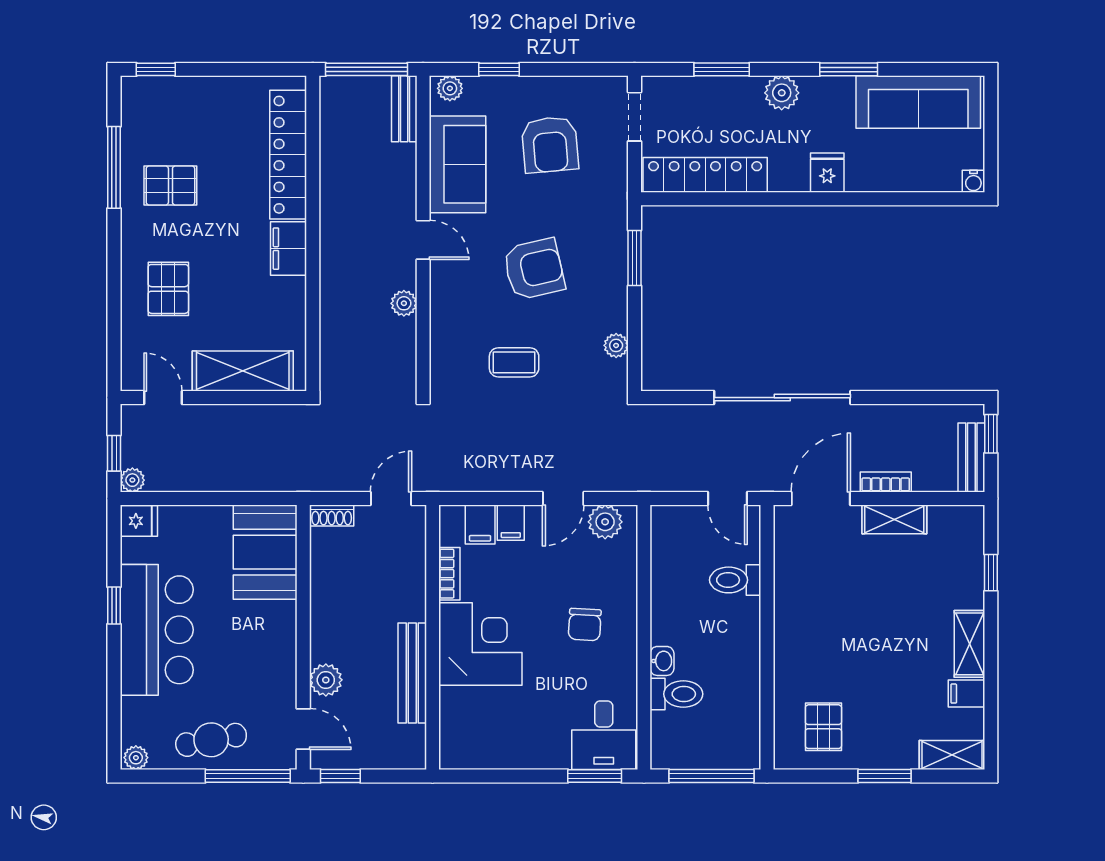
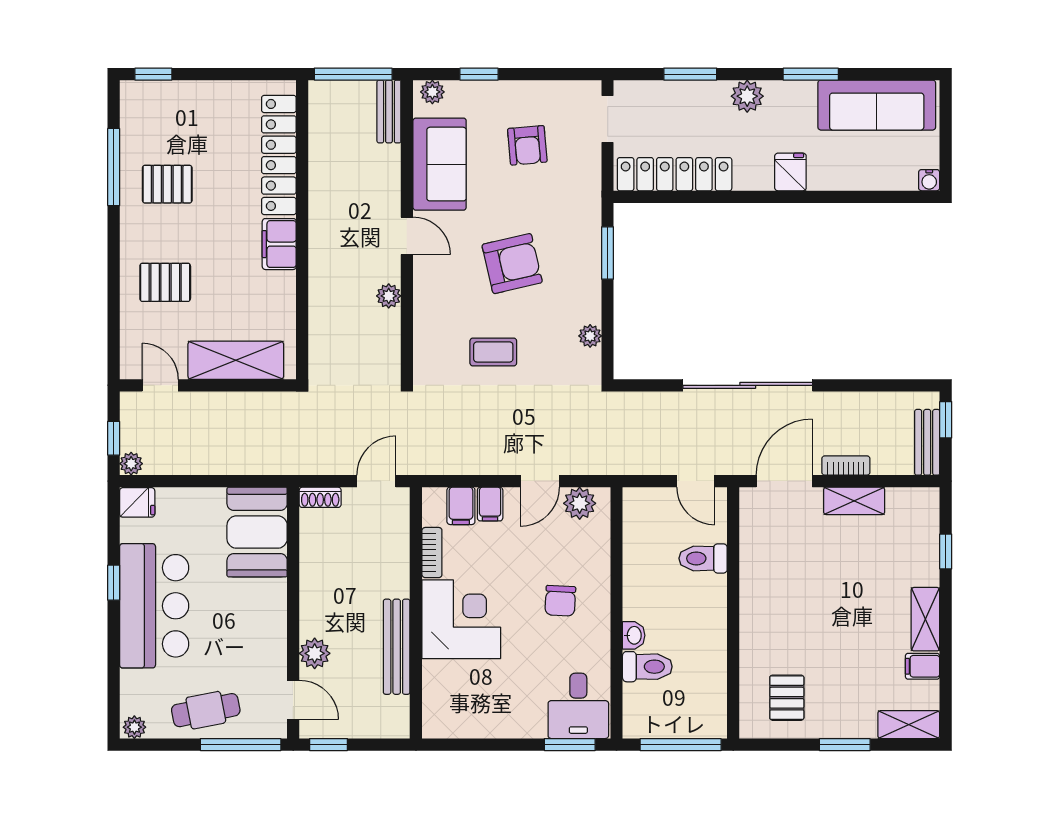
armchair: (550, 145) -> (527, 145), width x0.72, depth x0.72
pallet: (168, 289) -> (165, 282), turned 90

